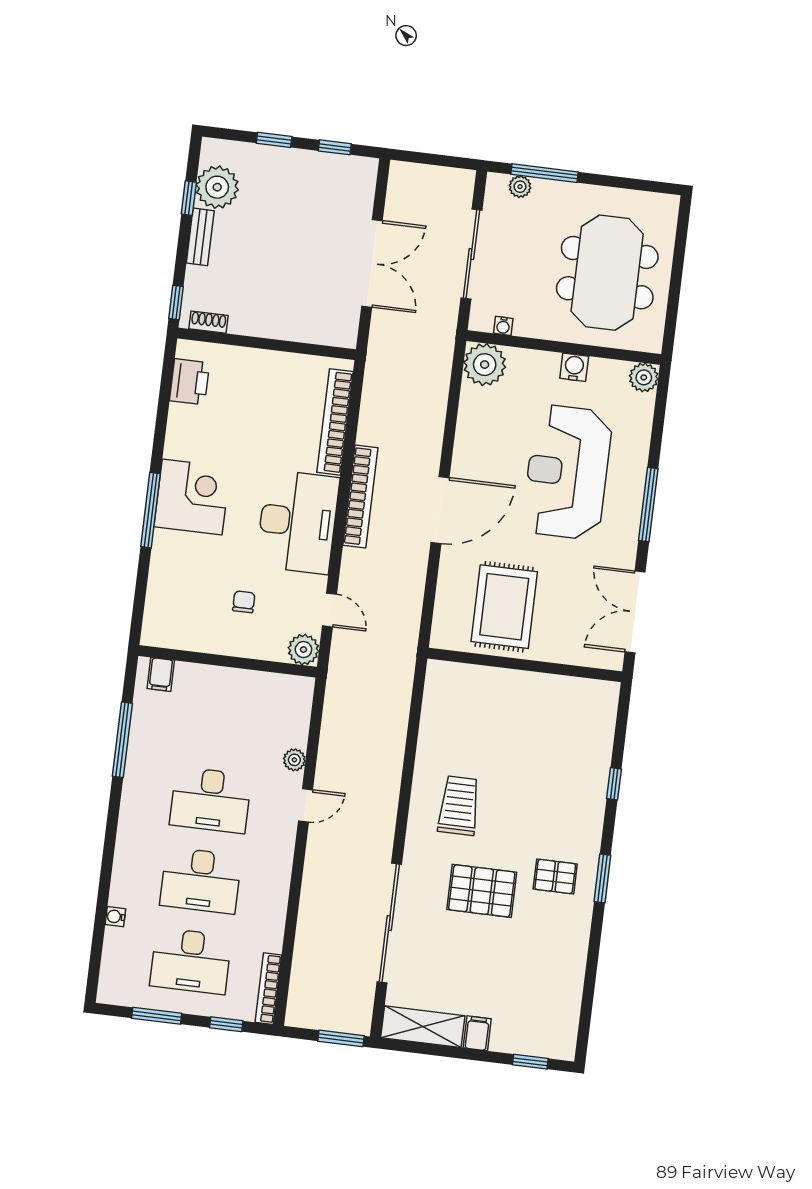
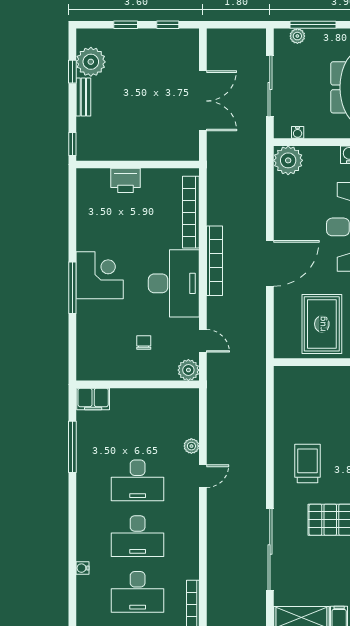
shoe rack: (209, 322) -> (96, 155), removed
printer: (190, 382) -> (126, 180), moved, turned 90
filing cabinet: (161, 674) -> (93, 399), width x2.00

